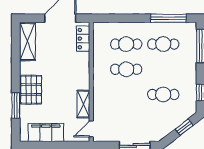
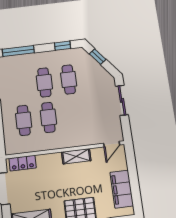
cafe table: (163, 44) -> (44, 82), moved
shelving: (83, 104) -> (76, 156), moved
door: (91, 129) -> (112, 144), hinge flipped

